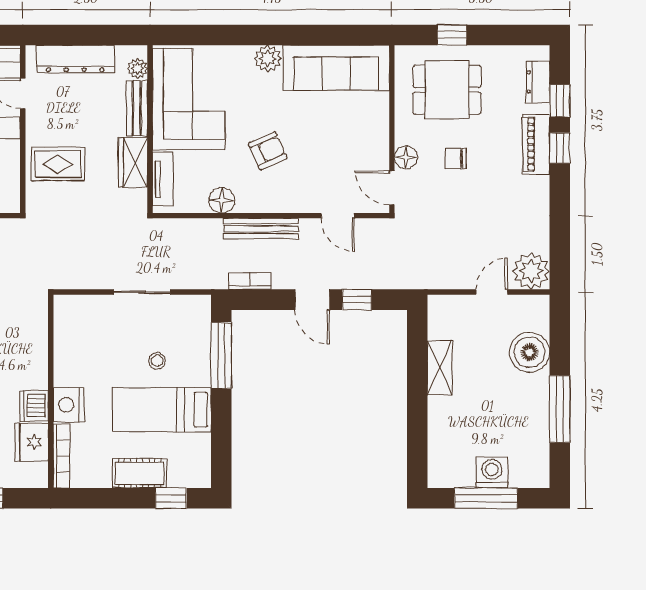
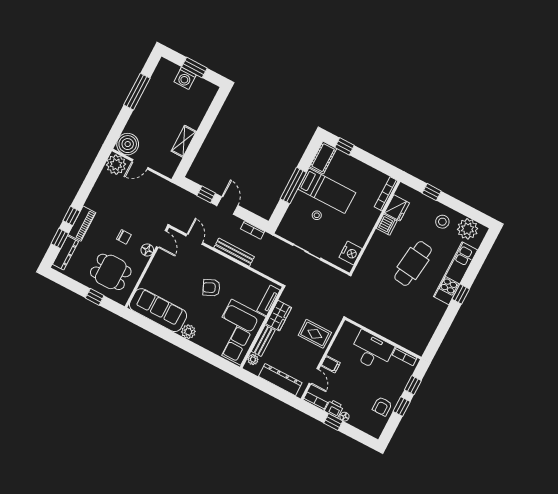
dresser: (538, 82) -> (65, 253), width x1.44
floor lamp: (222, 200) -> (246, 276), removed
boiler: (530, 352) -> (128, 144), moved
window: (221, 356) -> (293, 186), moved
nightstand: (69, 405) -> (351, 253), moved
cot: (140, 473) -> (323, 158), moved, turned 90
window: (486, 498) -> (194, 67), width x0.69

